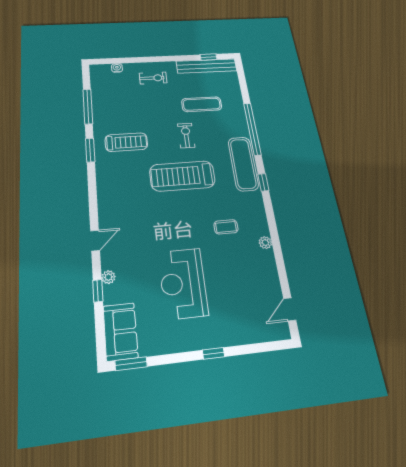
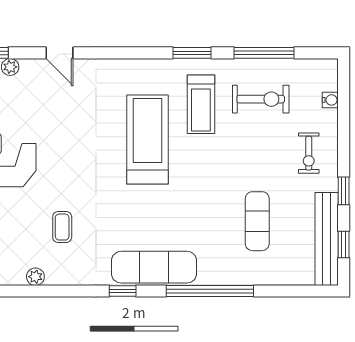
window: (175, 58) -> (344, 191), added
exercise bike: (186, 135) -> (261, 99), moved, width x1.38, depth x1.39
treadmill: (182, 176) -> (147, 139), moved

